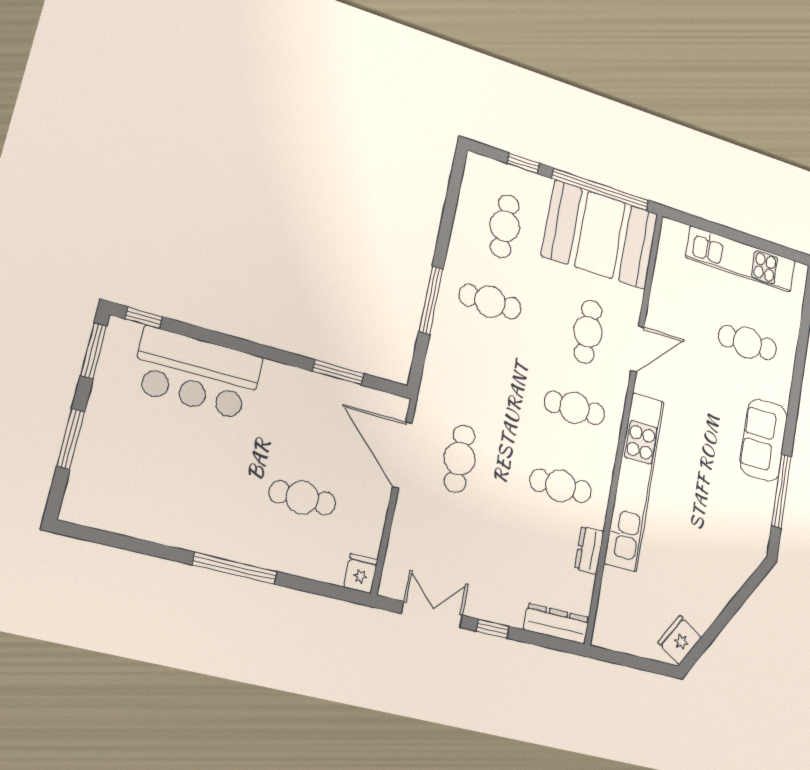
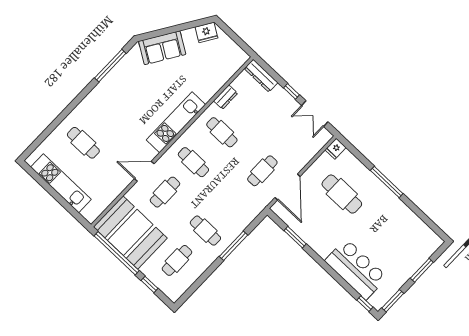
sofa: (764, 440) -> (162, 48), moved, turned 32
kitchen unit: (634, 481) -> (176, 122), width x0.73
cafe table: (302, 498) -> (342, 194), width x1.37, depth x1.35

